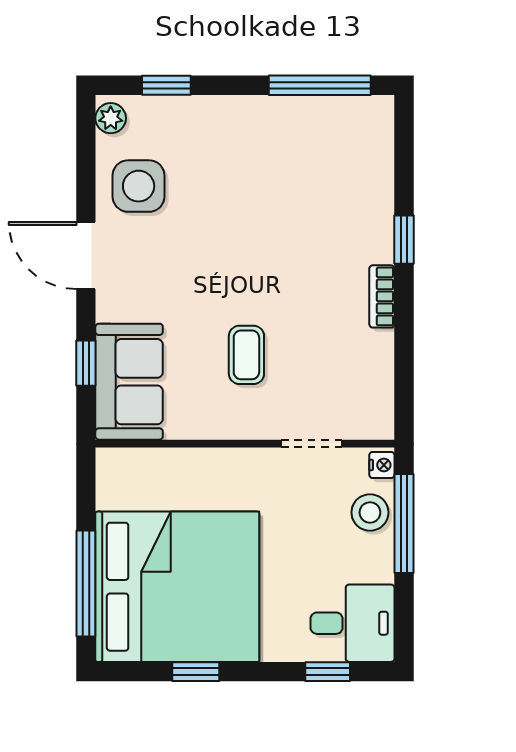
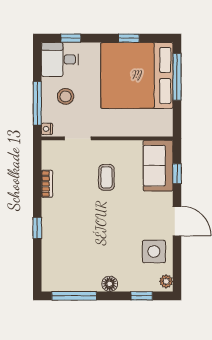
floor lamp: (239, 113) -> (110, 284), added
bookcase: (382, 296) -> (47, 184), moved
stool: (370, 512) -> (66, 96), moved

